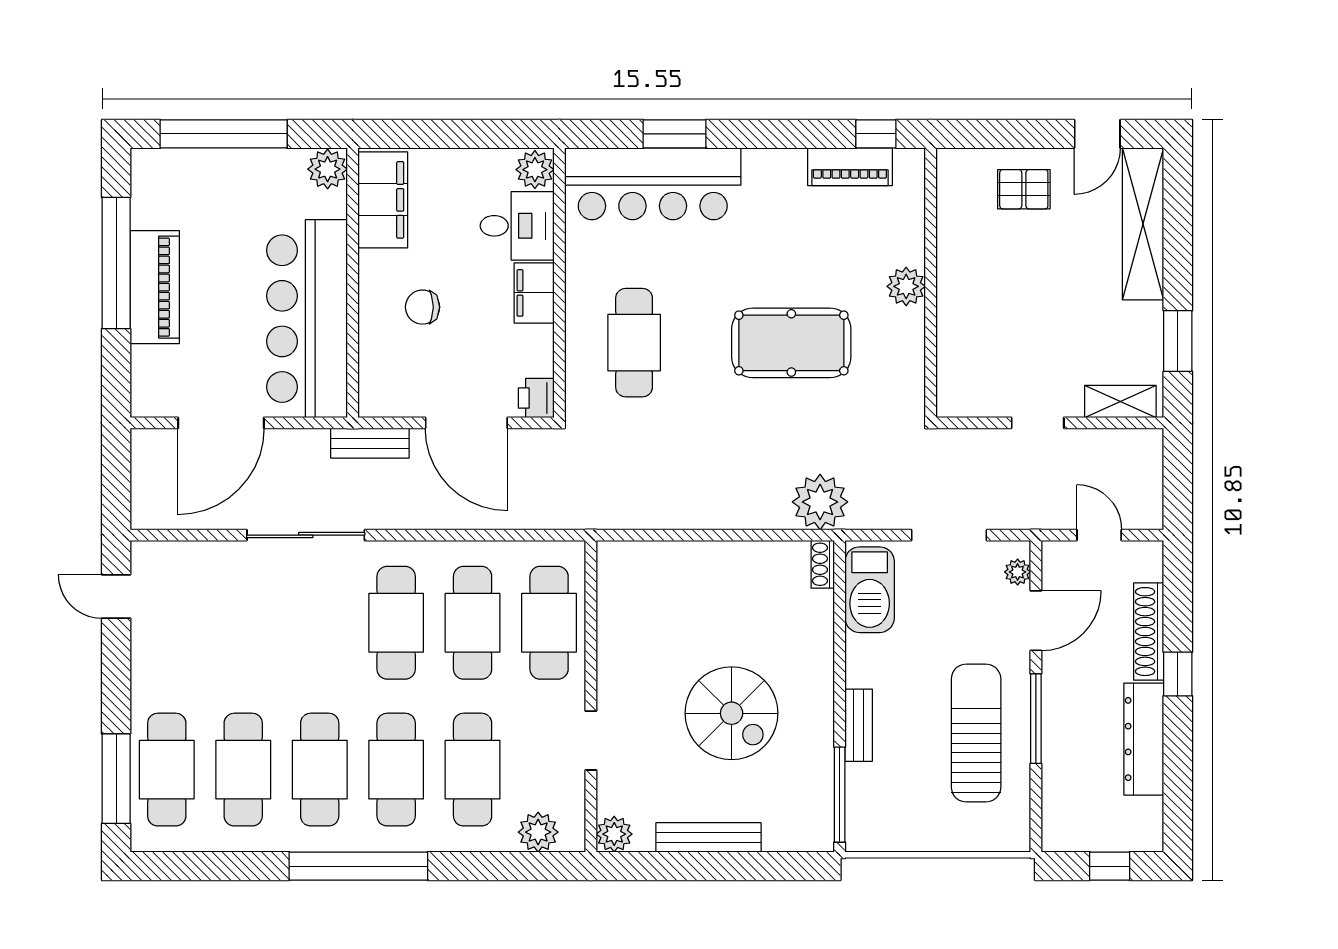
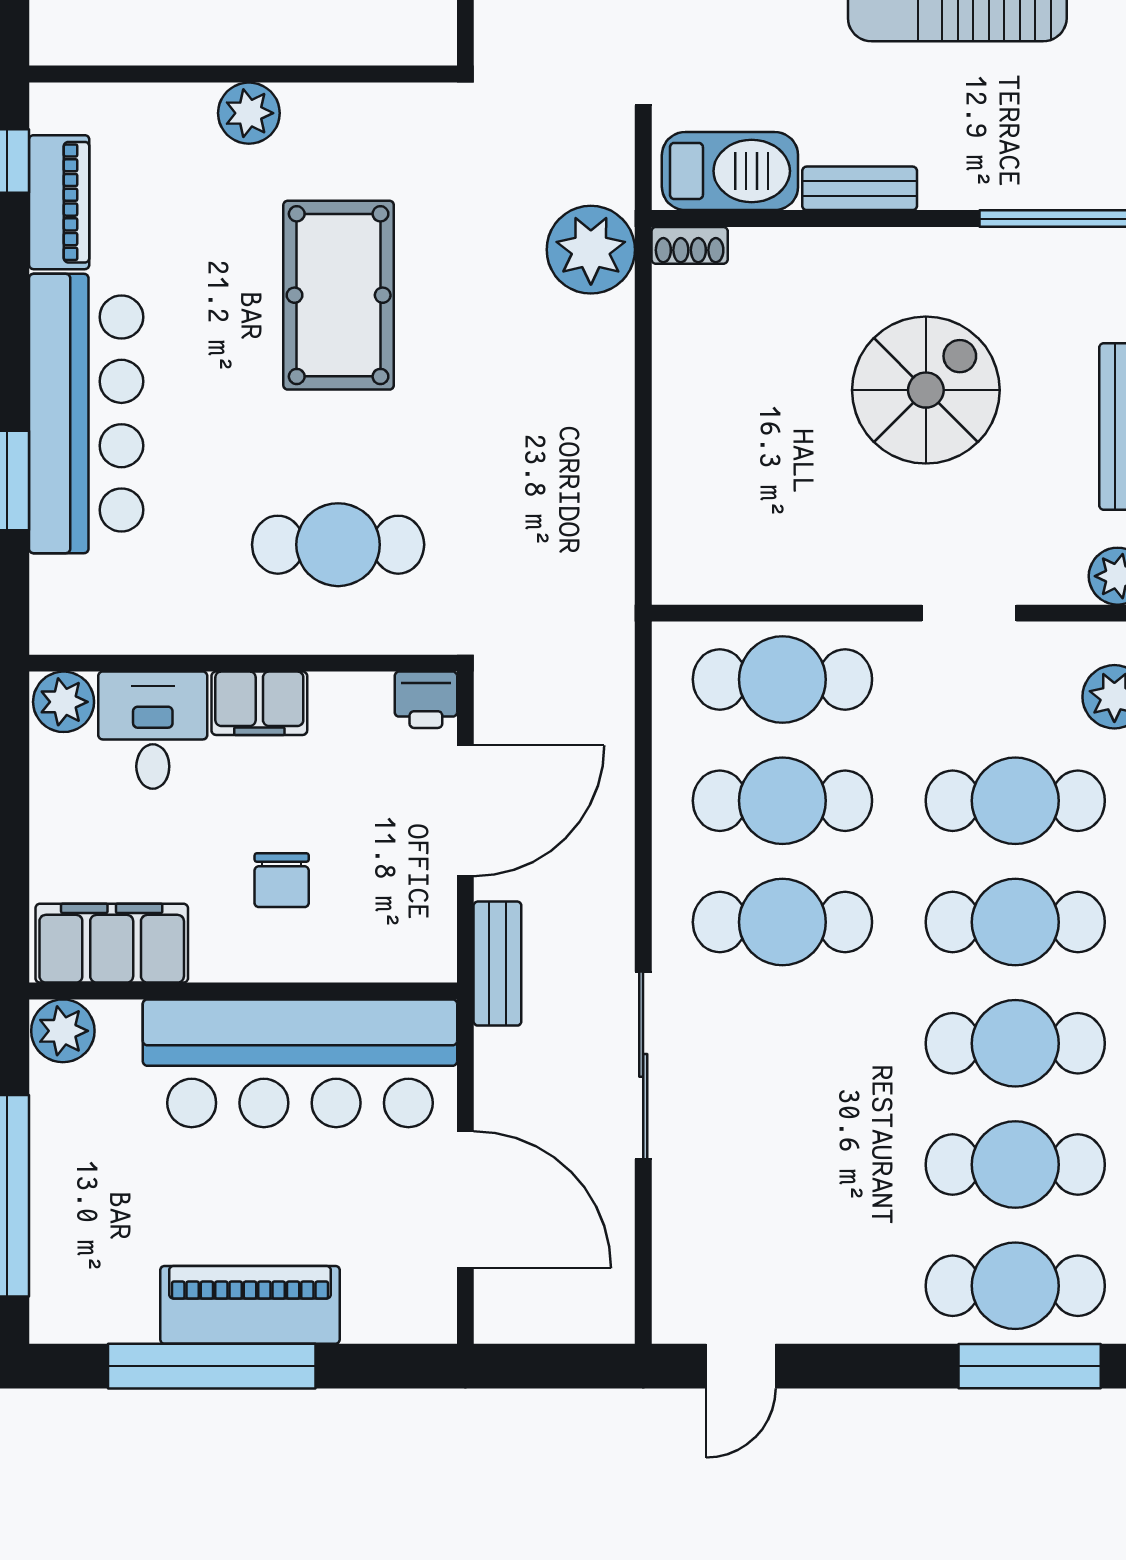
bar counter: (653, 184) -> (86, 414), moved
bench: (859, 725) -> (860, 188), moved

